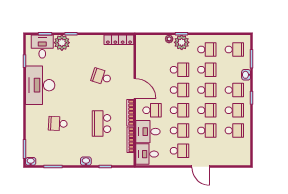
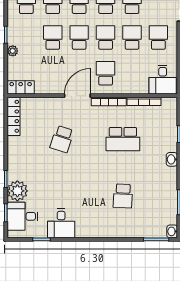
plant: (182, 42) -> (17, 35), removed
locker: (141, 45) -> (21, 87), added
desk: (40, 85) -> (61, 223), width x0.53, depth x0.77
desk: (148, 132) -> (133, 78), removed

